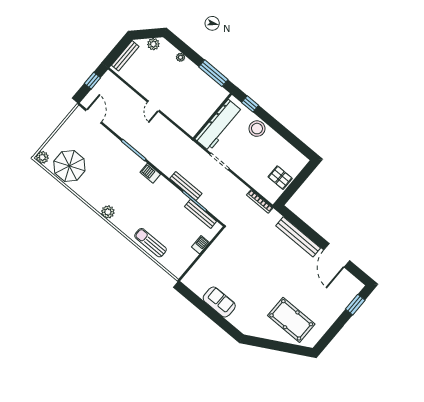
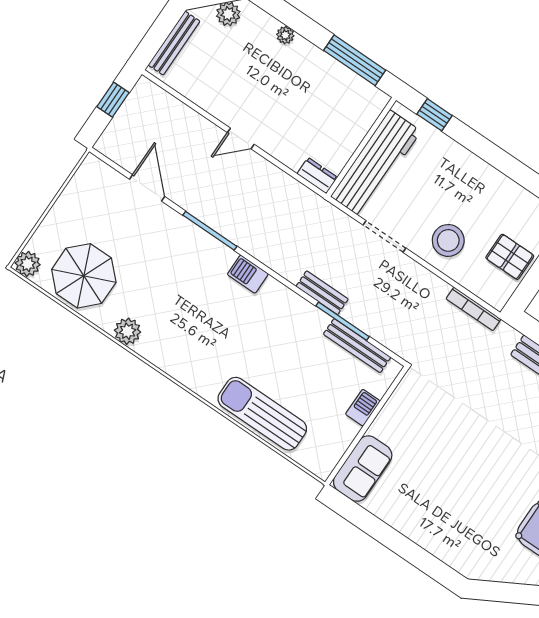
door: (153, 106) -> (241, 138), hinge flipped
door: (94, 116) -> (147, 188), moved
dresser: (189, 128) -> (317, 175), added
stool: (257, 129) -> (448, 240), moved
bench: (186, 186) -> (322, 293), width x0.73
plant: (108, 212) -> (128, 331), moved
sun lounger: (151, 243) -> (262, 414), width x1.36, depth x1.34
sofa: (219, 302) -> (363, 469), moved, turned 90

